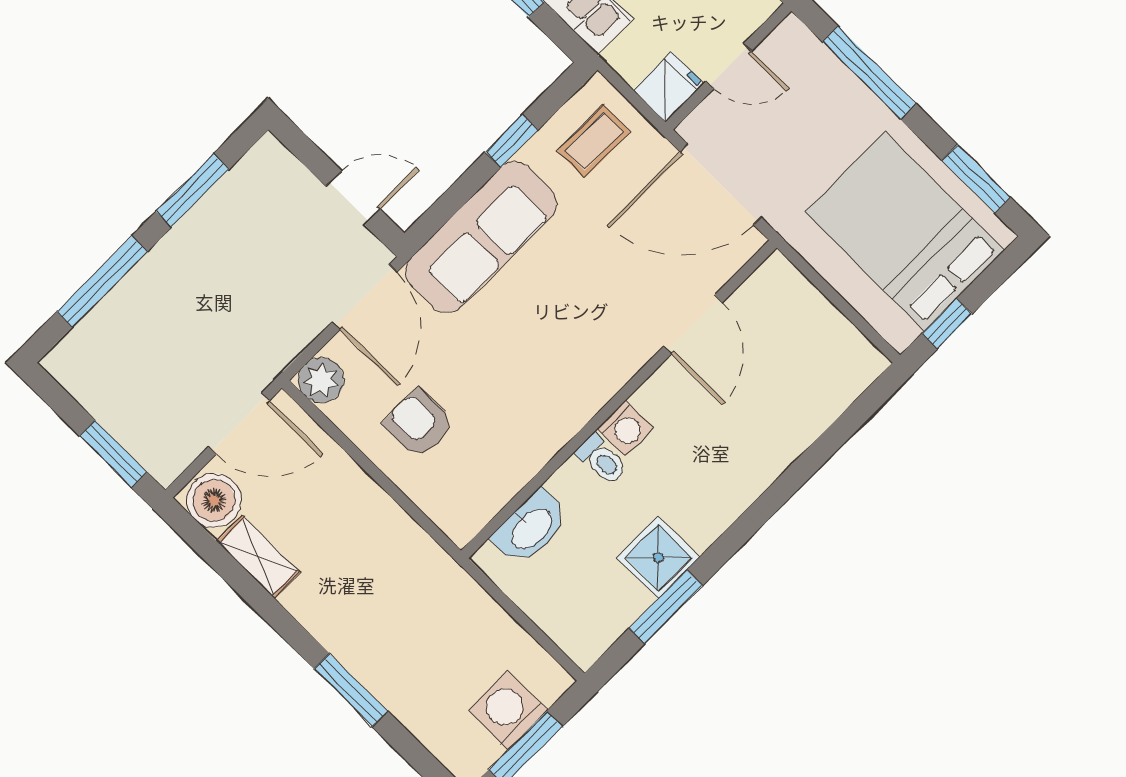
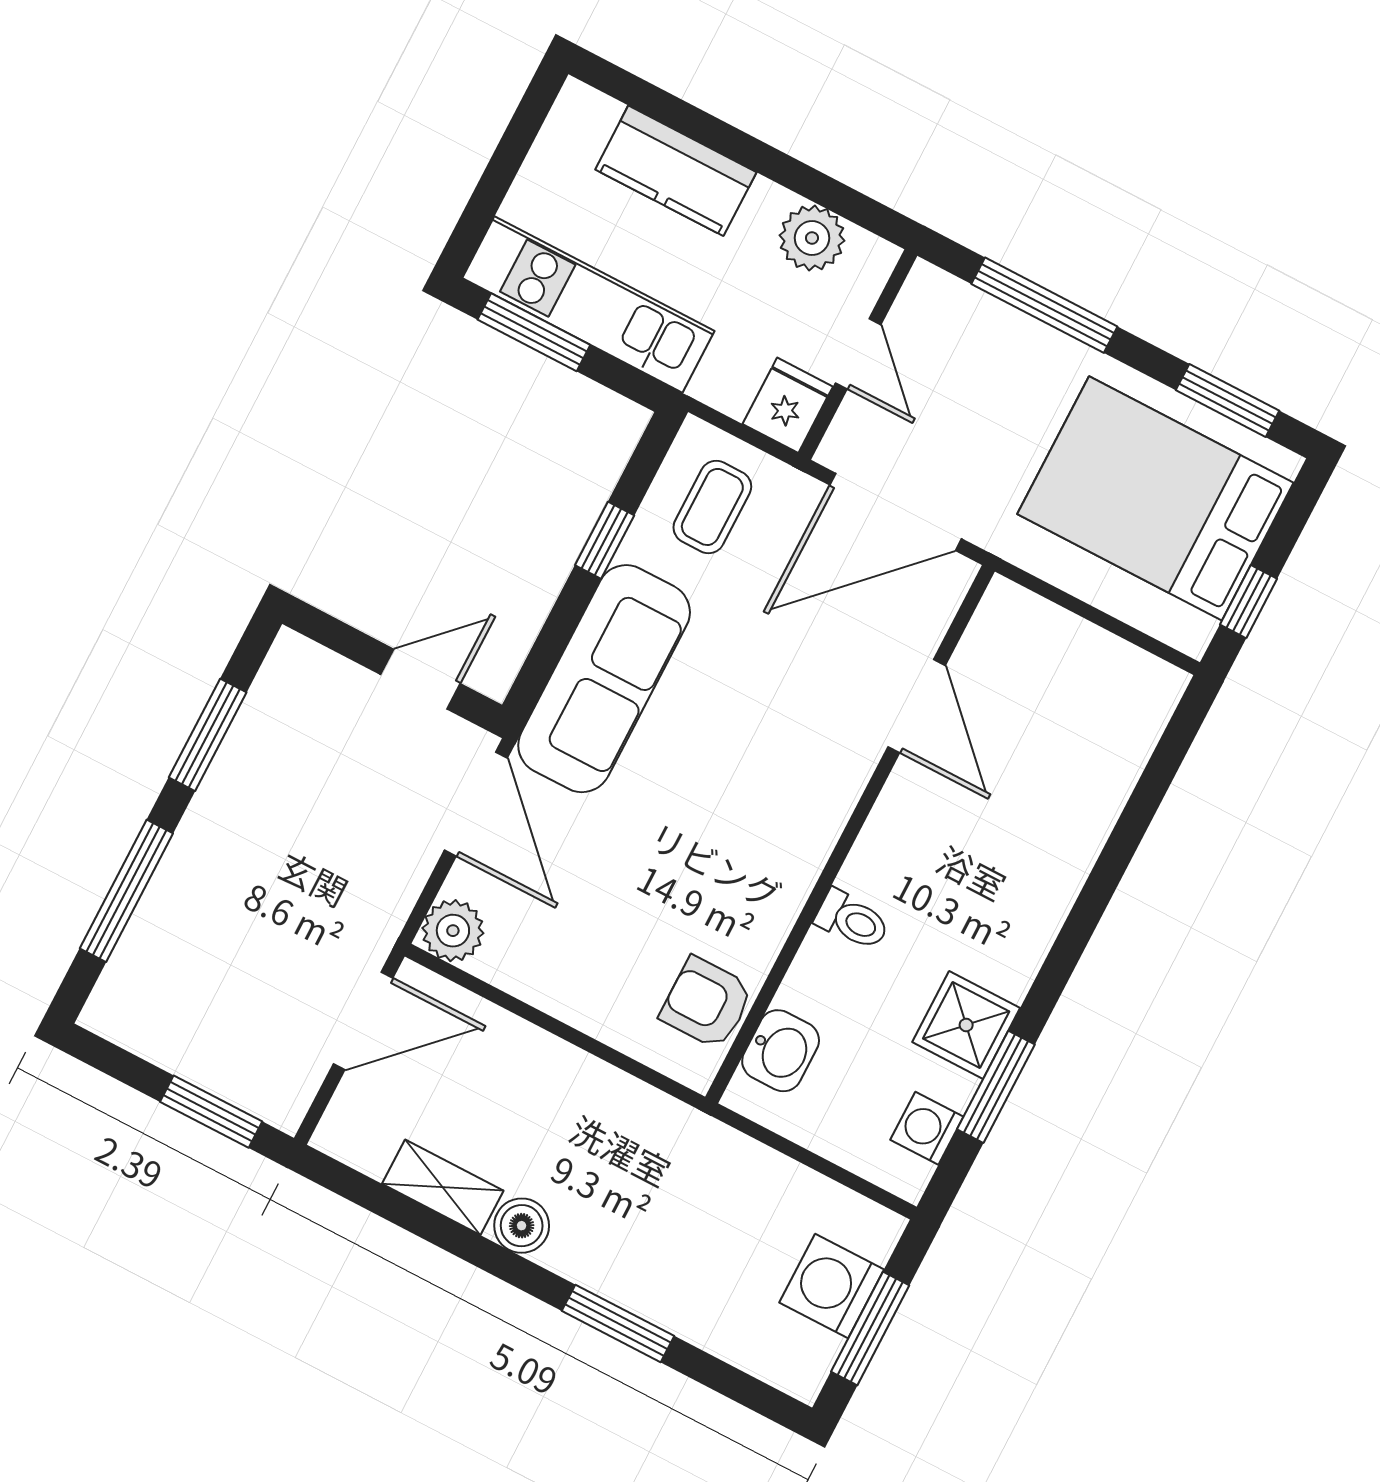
door: (729, 66) -> (858, 354), hinge flipped
armchair: (419, 423) -> (707, 1003), moved
washing machine: (625, 428) -> (927, 1128), moved, turned 180
boiler: (214, 500) -> (522, 1226), moved, width x0.73, depth x0.73
washbasin: (531, 528) -> (781, 1051), width x0.72

